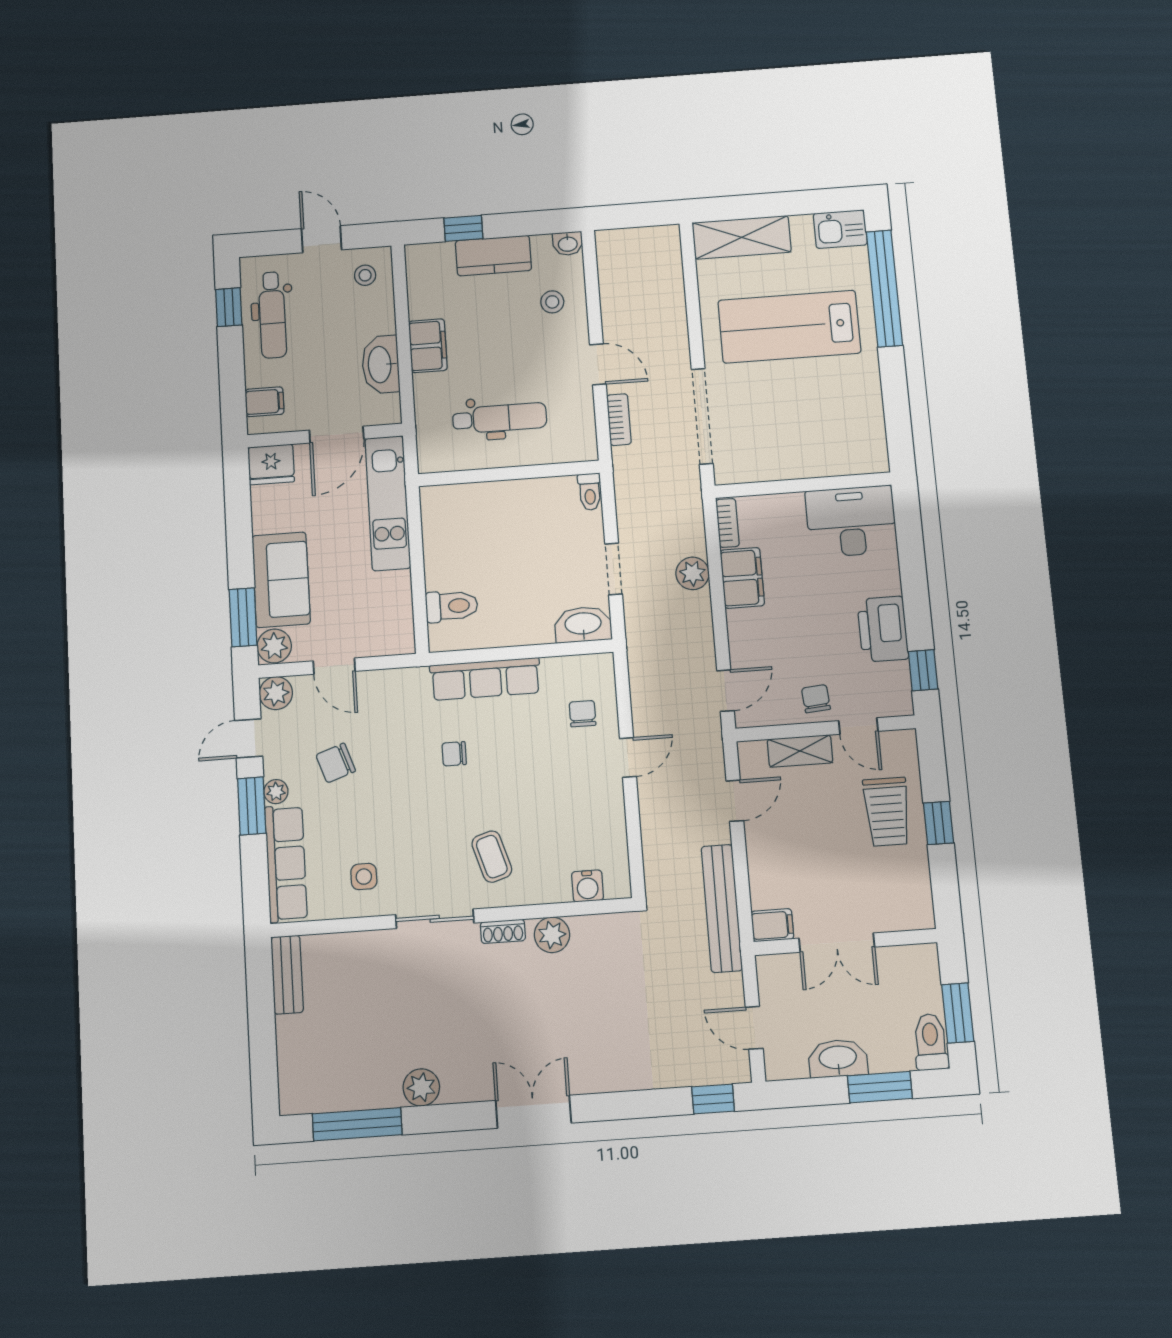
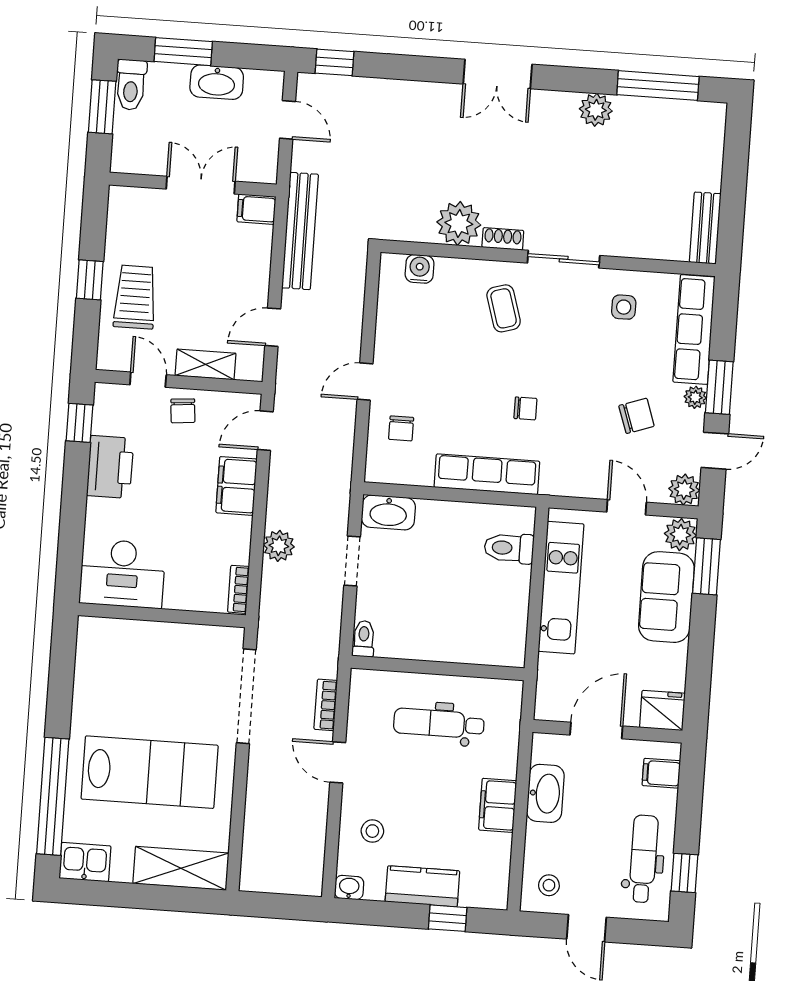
kitchen unit: (388, 503) -> (561, 588), moved
filing cabinet: (742, 578) -> (236, 486), moved
plant: (552, 935) -> (459, 223), width x1.36, depth x1.36

